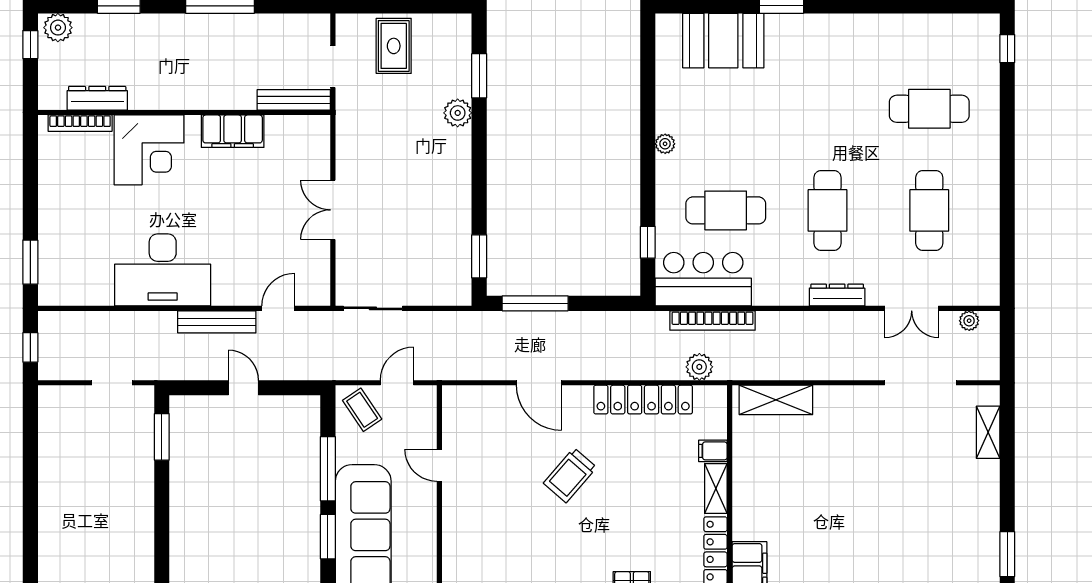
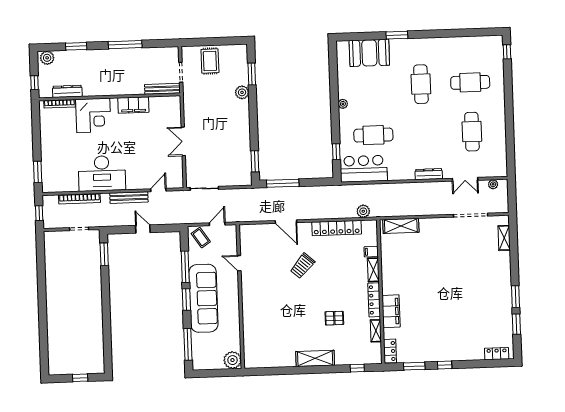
window: (30, 45) -> (35, 83), moved
cafe table: (827, 210) -> (421, 84), moved
bookcase: (713, 321) -> (79, 199), moved

